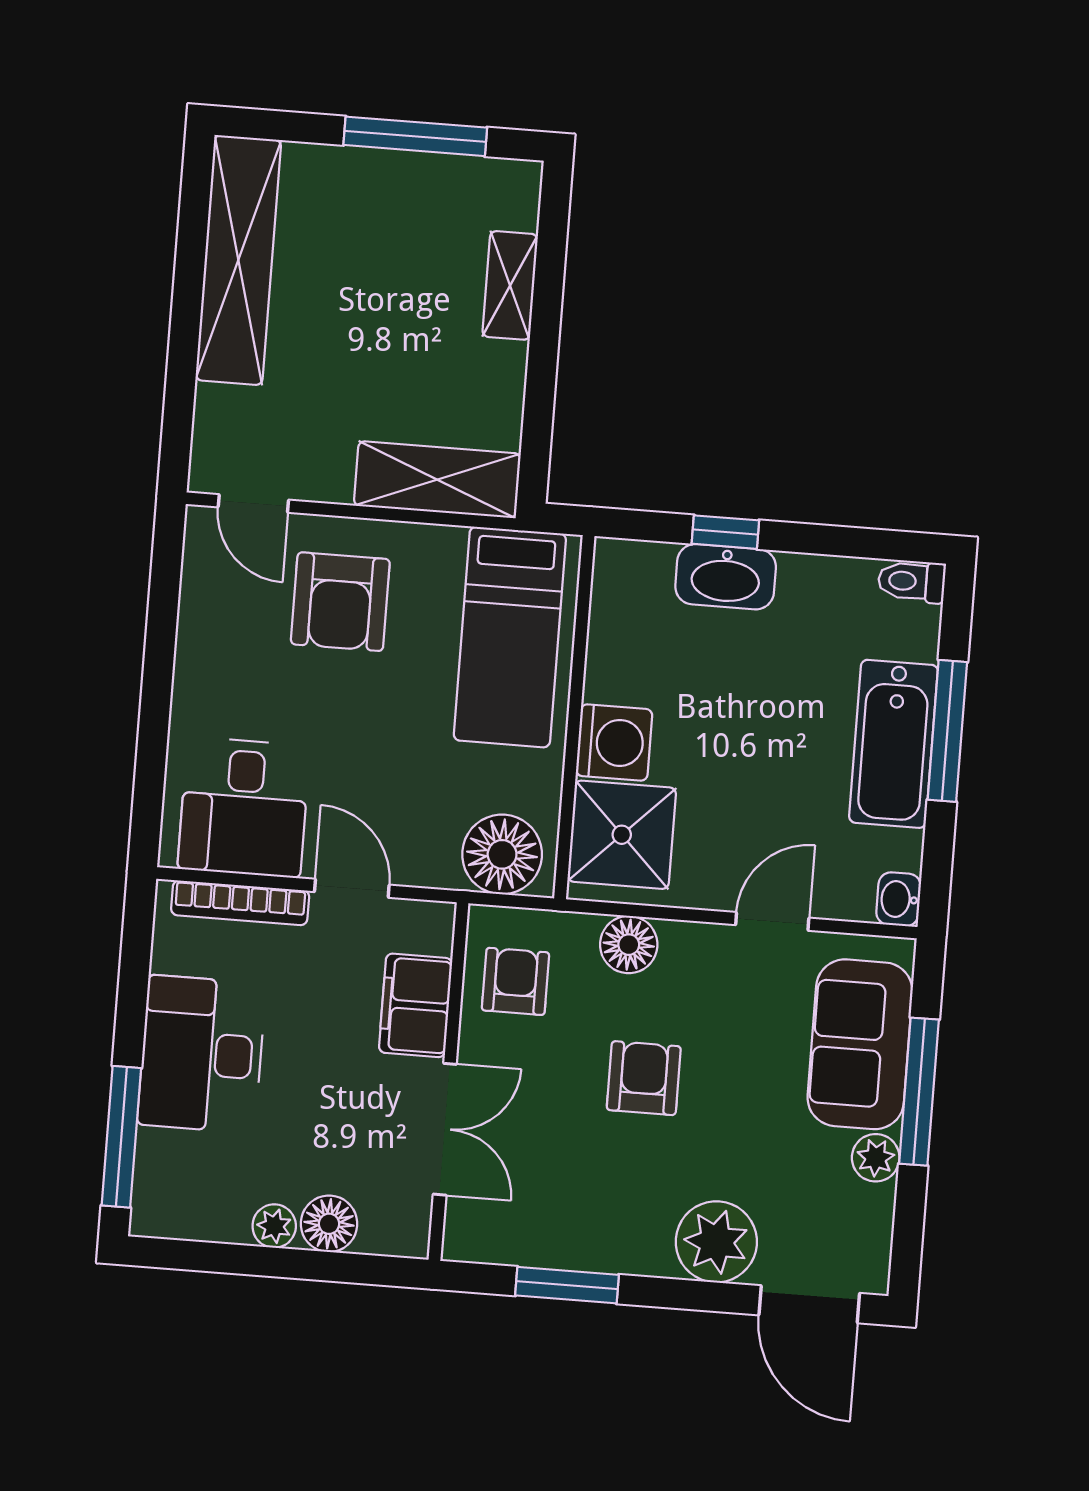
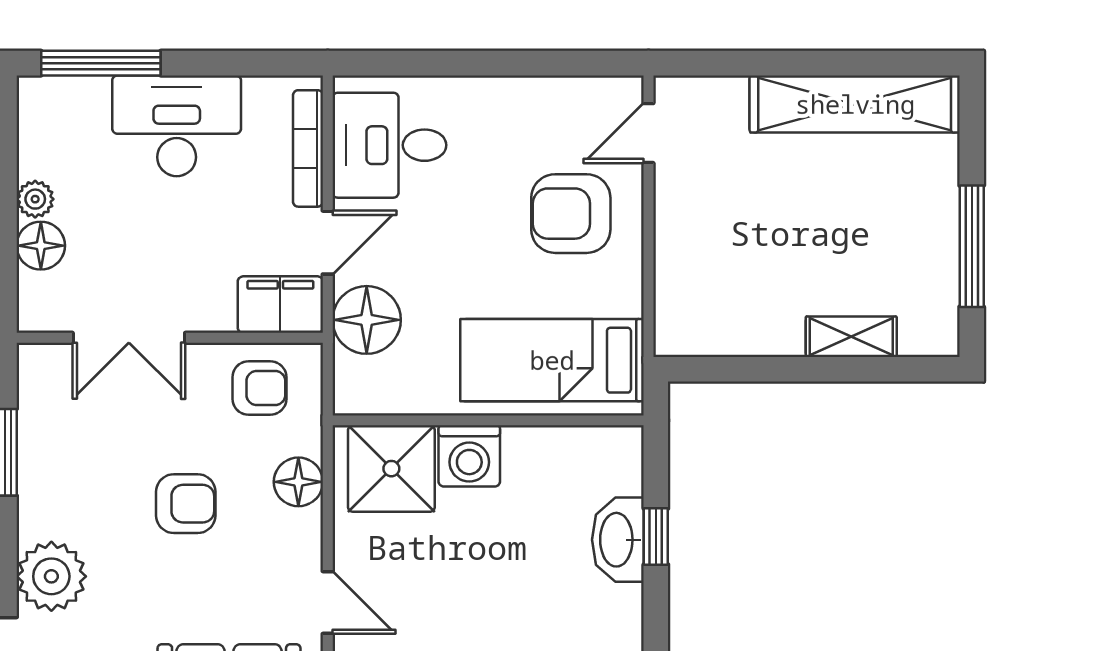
shelving: (437, 480) -> (681, 288), removed
floor lamp: (502, 854) -> (367, 320), moved
filing cabinet: (416, 1005) -> (280, 305), moved

